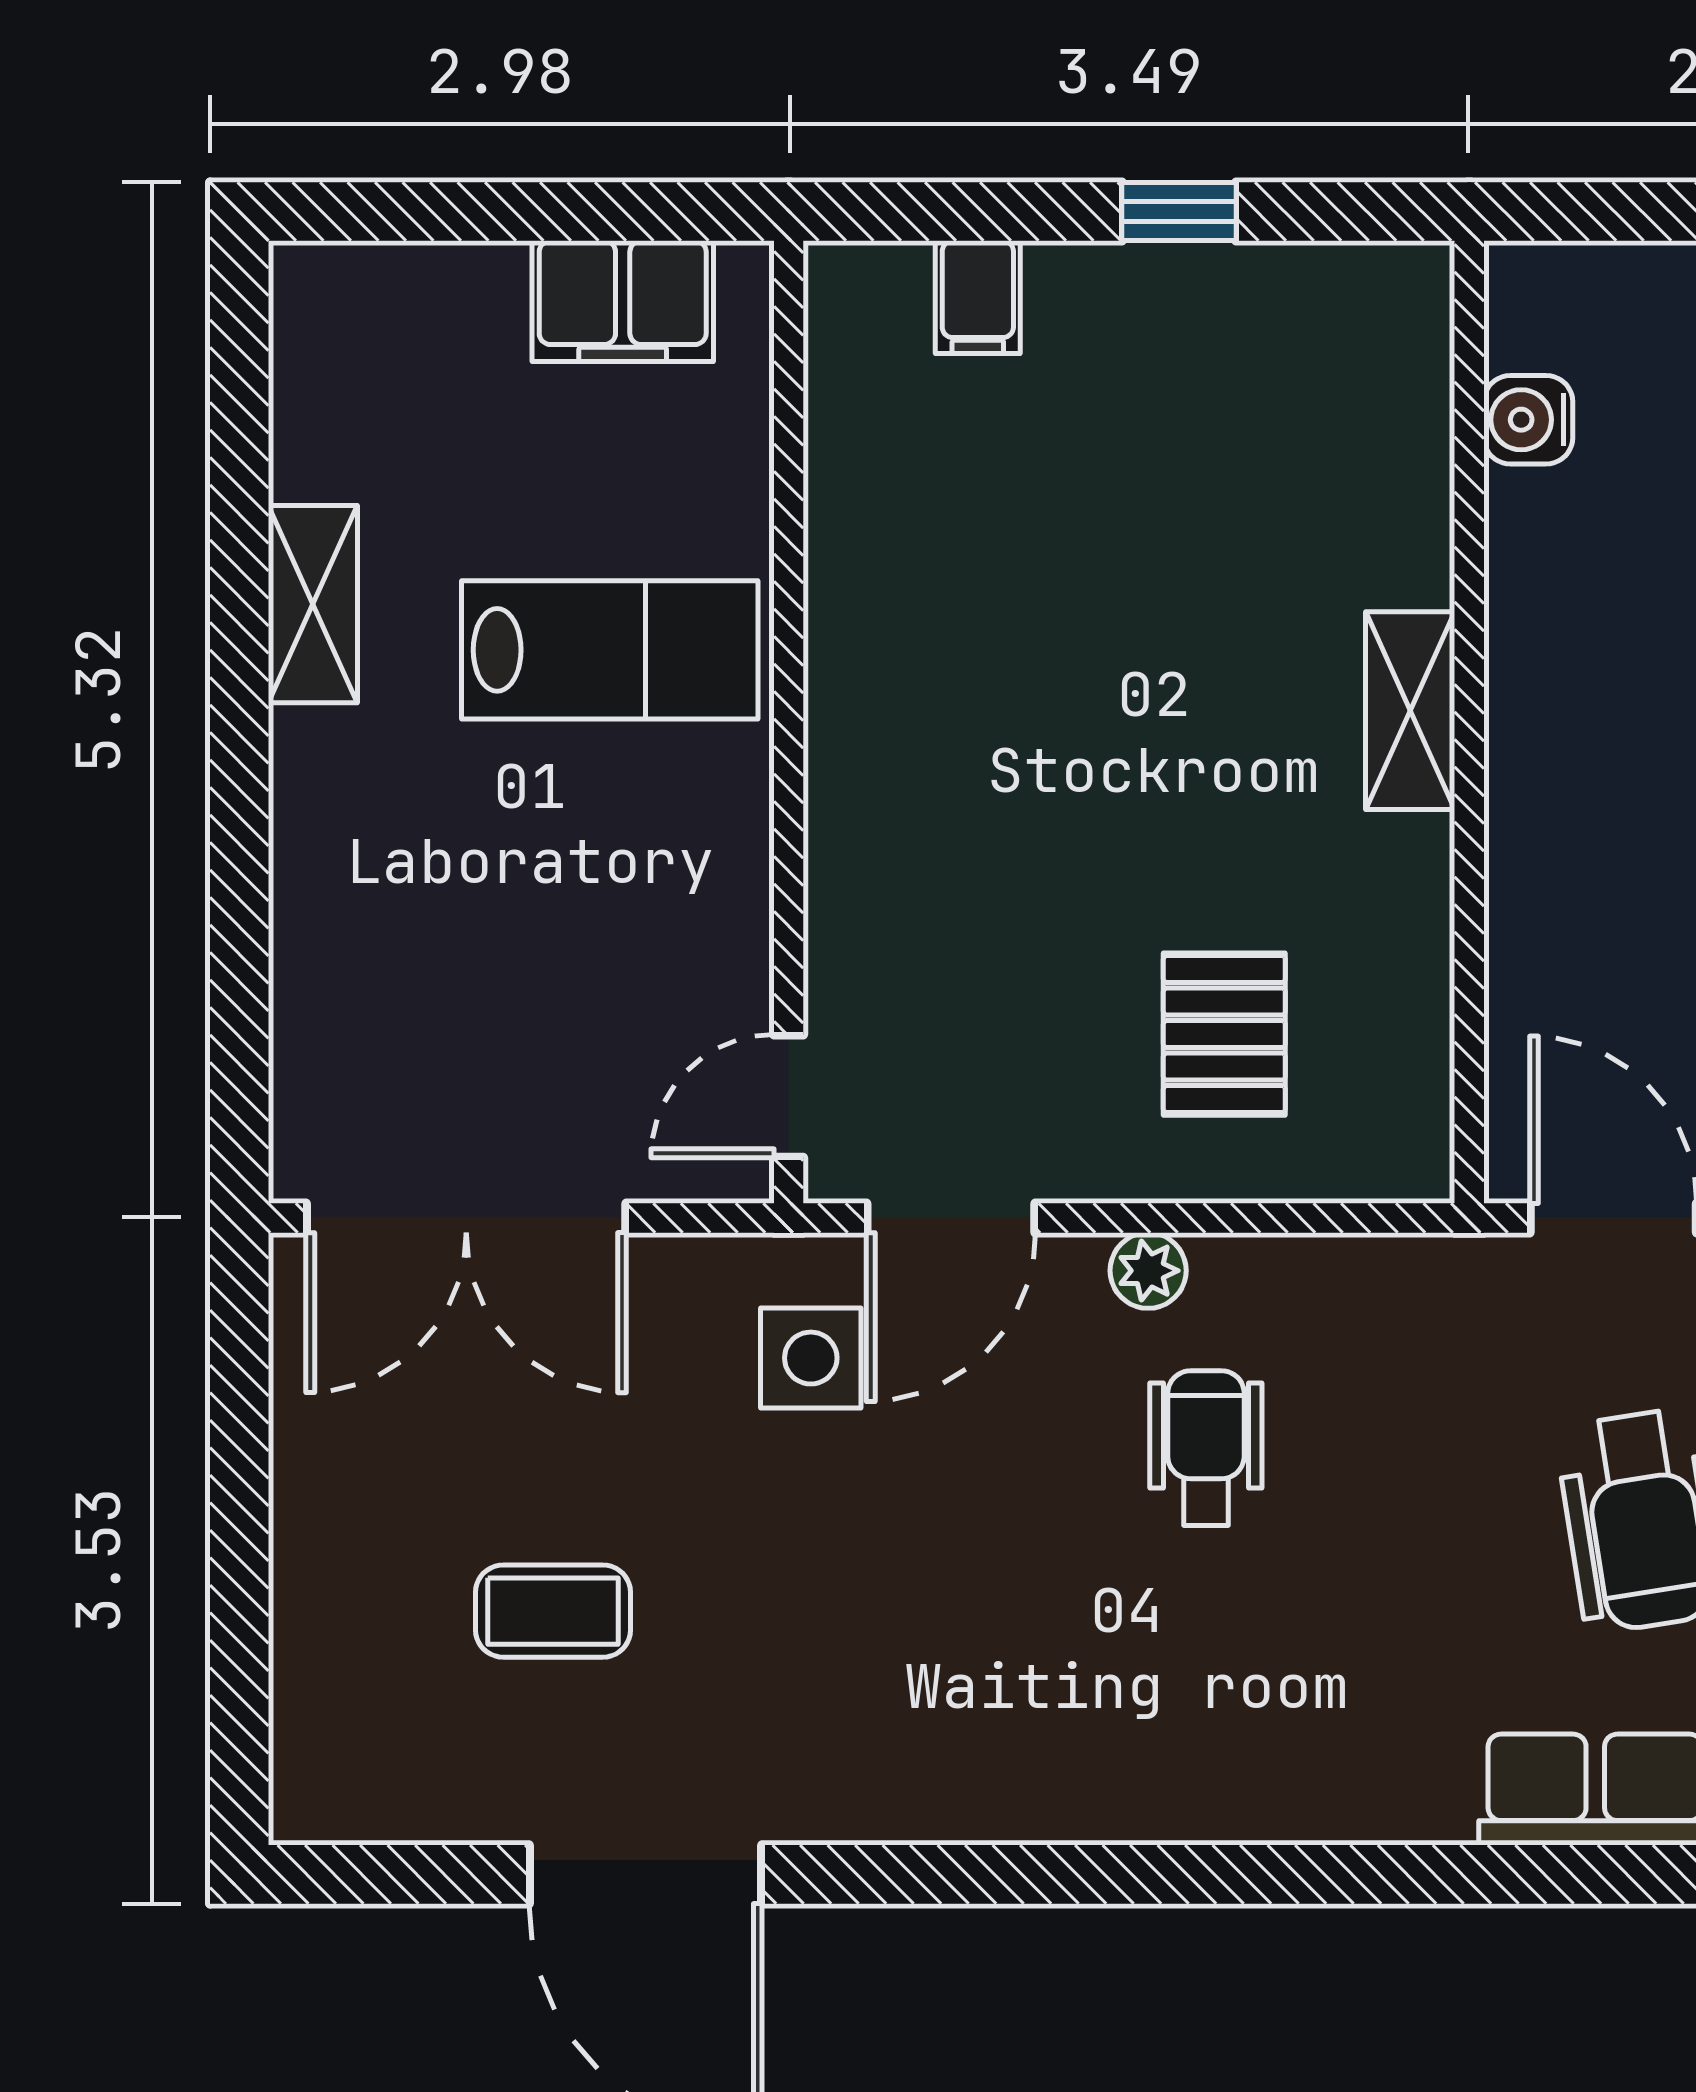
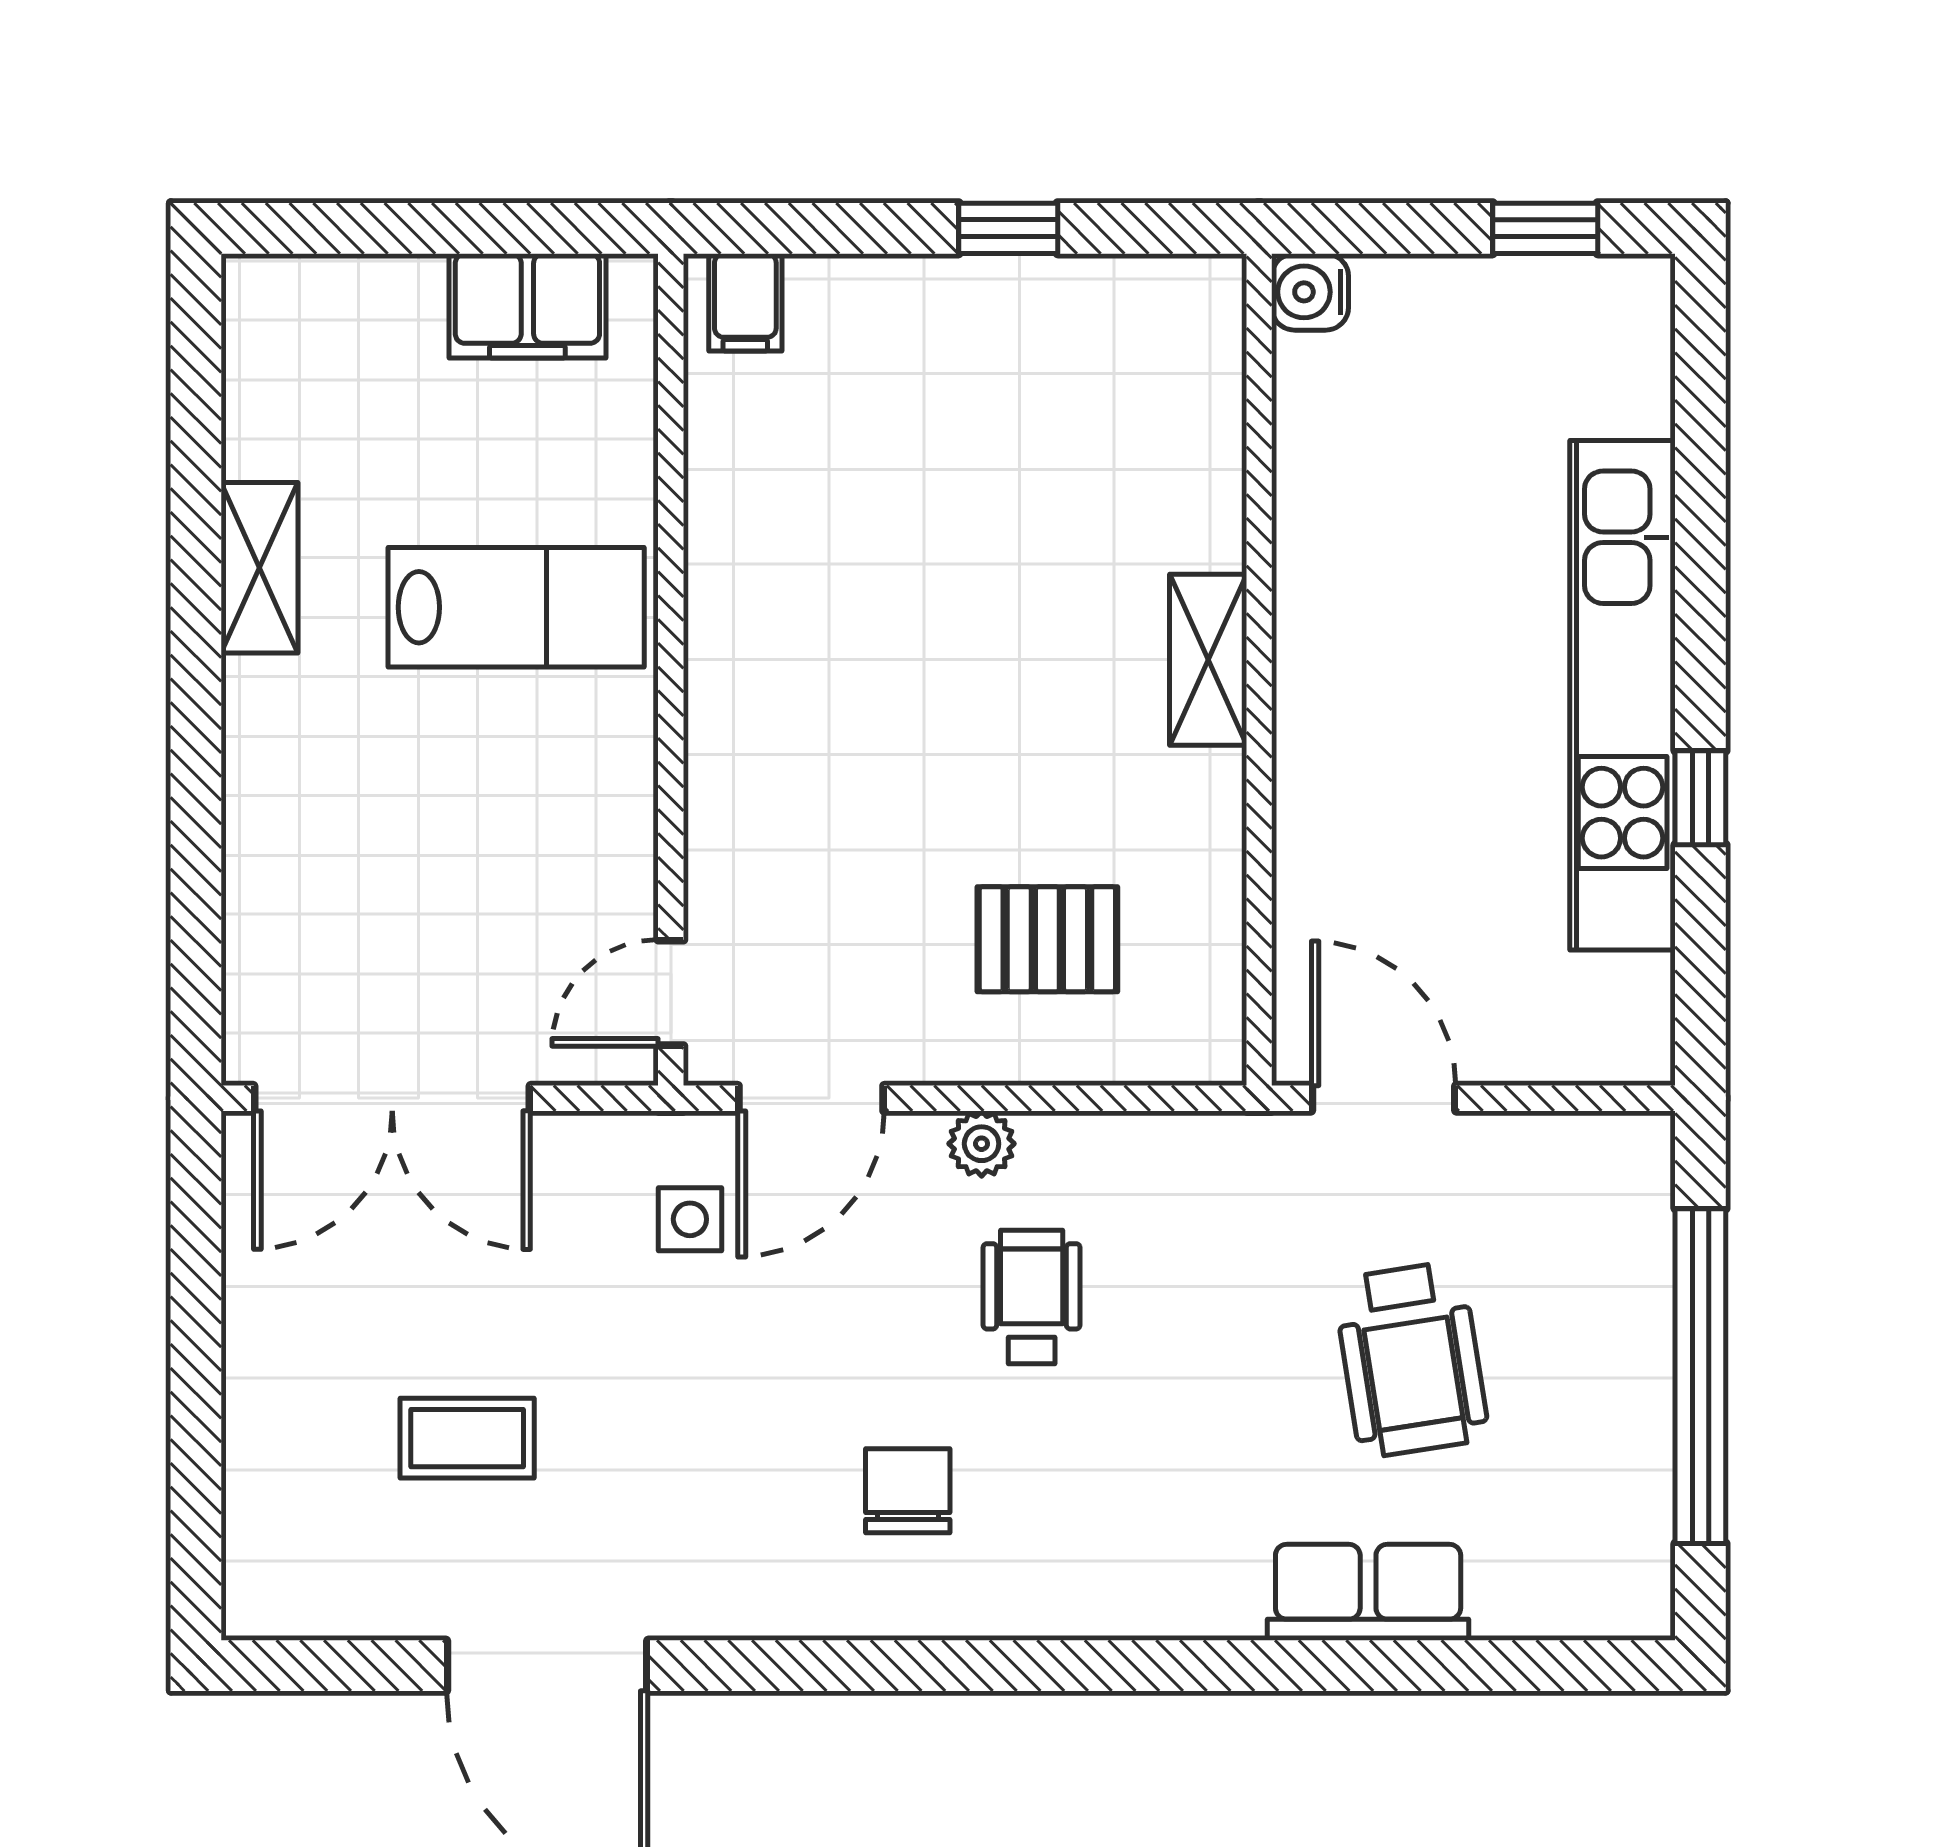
filing cabinet: (978, 297) -> (745, 302), moved
water cooler: (1528, 420) -> (1310, 292), moved
pallet: (1224, 1034) -> (1047, 939), turned 90
side table: (811, 1358) -> (690, 1219), width x0.73, depth x0.73
chair: (1063, 1672) -> (908, 1491), added

